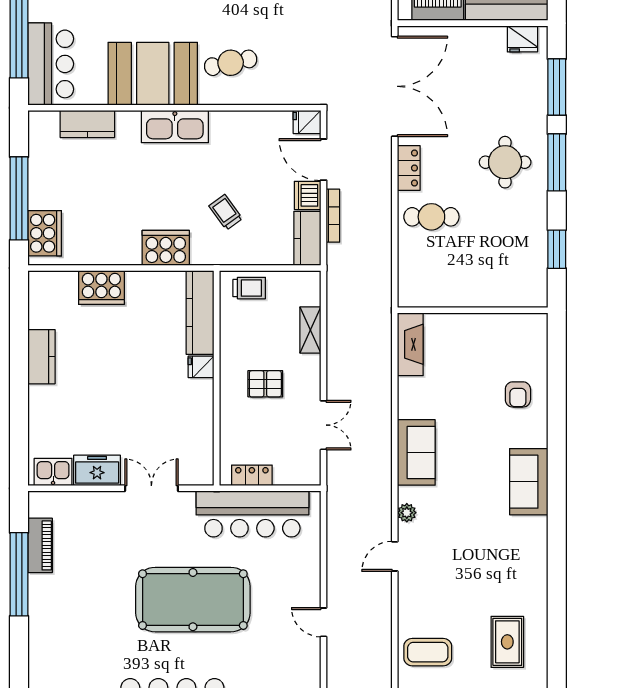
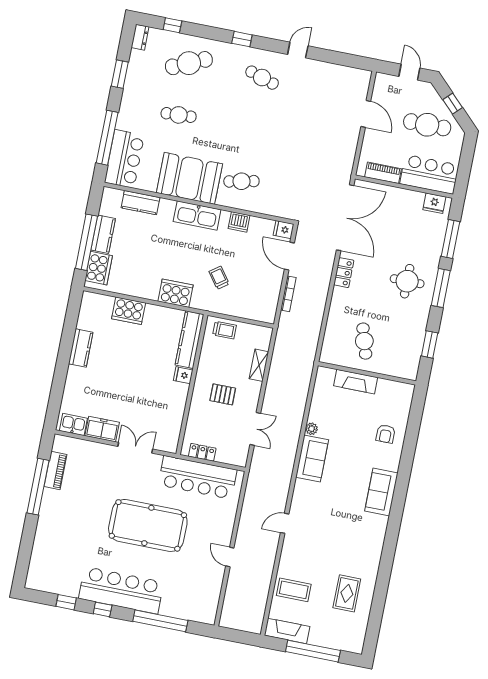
dishwasher: (308, 195) -> (239, 222), moved, turned -90
cafe table: (431, 217) -> (364, 341), moved, turned 73
kitchen counter: (307, 238) -> (103, 234), moved, turned 180
fireplace: (410, 344) -> (356, 382), moved, turned 90
plant: (407, 513) -> (312, 429), moved

